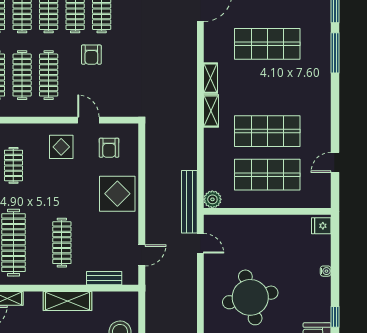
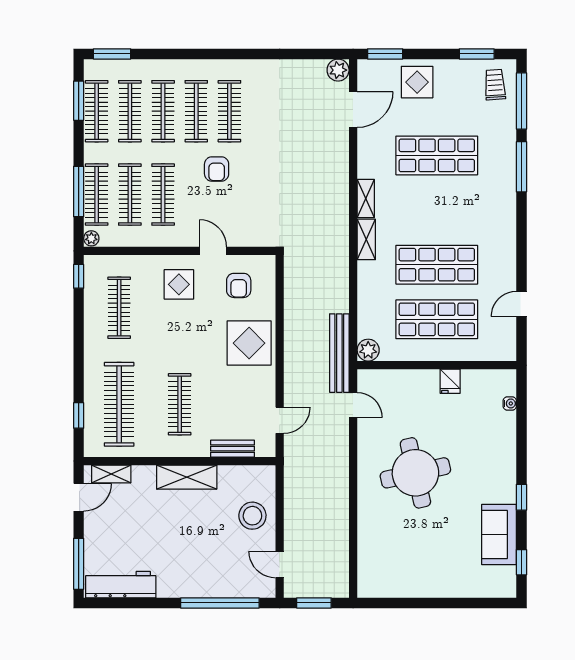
clothes rail: (13, 165) -> (119, 308), width x1.36
fridge: (321, 226) -> (450, 381), moved, turned -90
water cooler: (326, 271) -> (510, 403), moved

